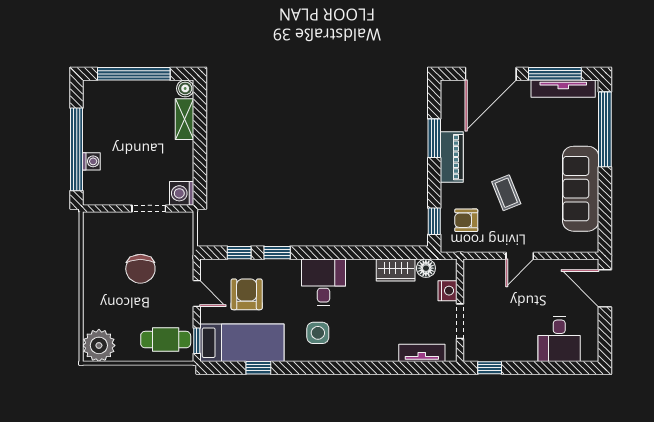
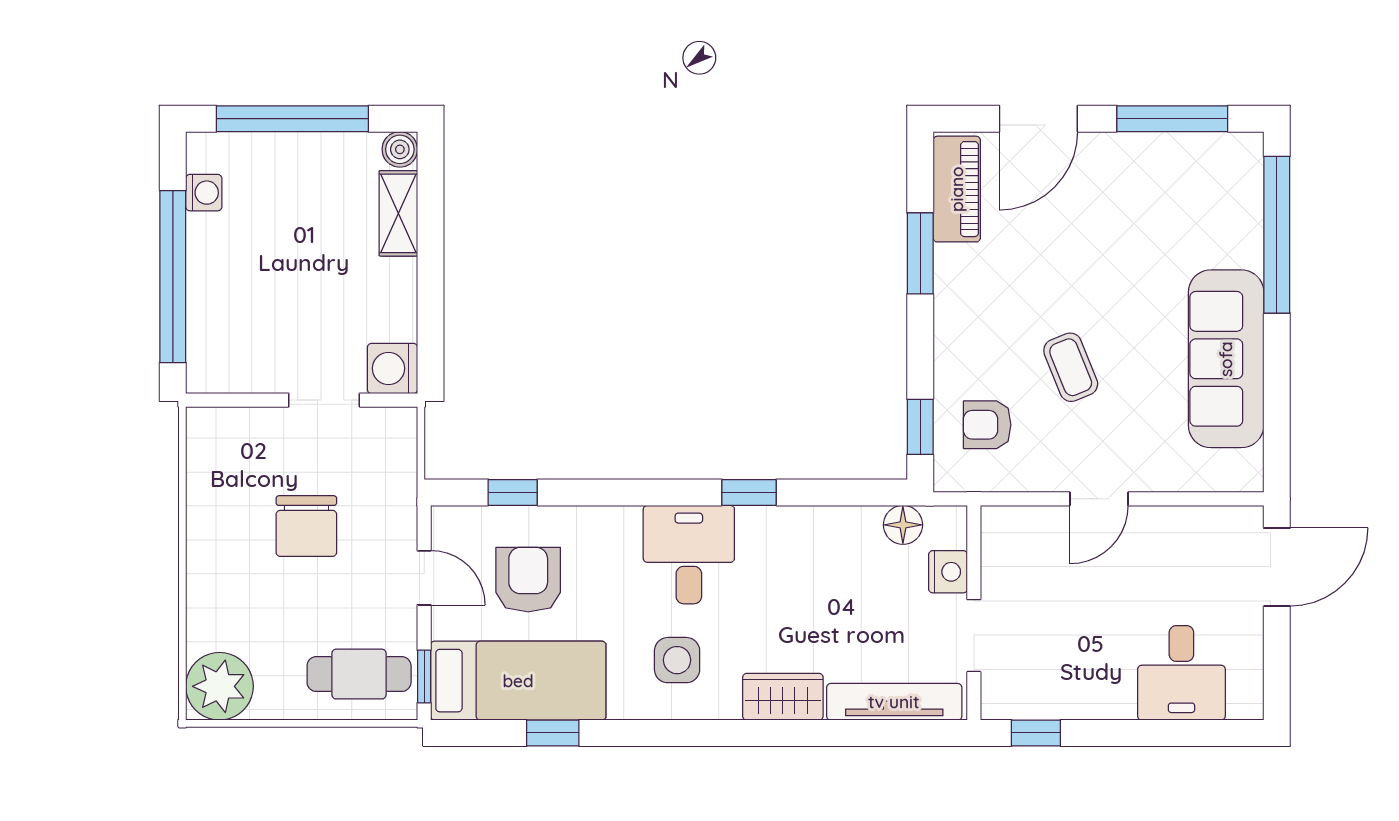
door: (491, 74) -> (1038, 119), width x0.73
tv unit: (563, 89) -> (1190, 150), removed
piano: (452, 157) -> (957, 189), moved
washing machine: (91, 161) -> (204, 193), moved
window: (277, 253) -> (749, 492), moved
wardrobe: (396, 270) -> (783, 697), moved, turned 180
door: (605, 288) -> (1277, 567), swing flipped
tv unit: (422, 353) -> (894, 702), width x1.41

